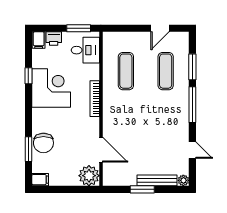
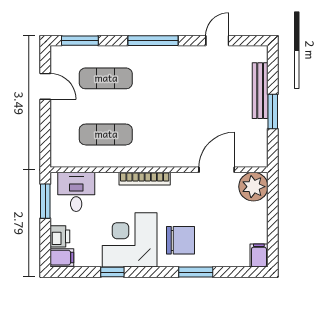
window: (192, 67) -> (80, 41), moved
chair: (43, 143) -> (181, 240), moved
window: (28, 149) -> (196, 272), moved
plant: (183, 180) -> (260, 53), removed

